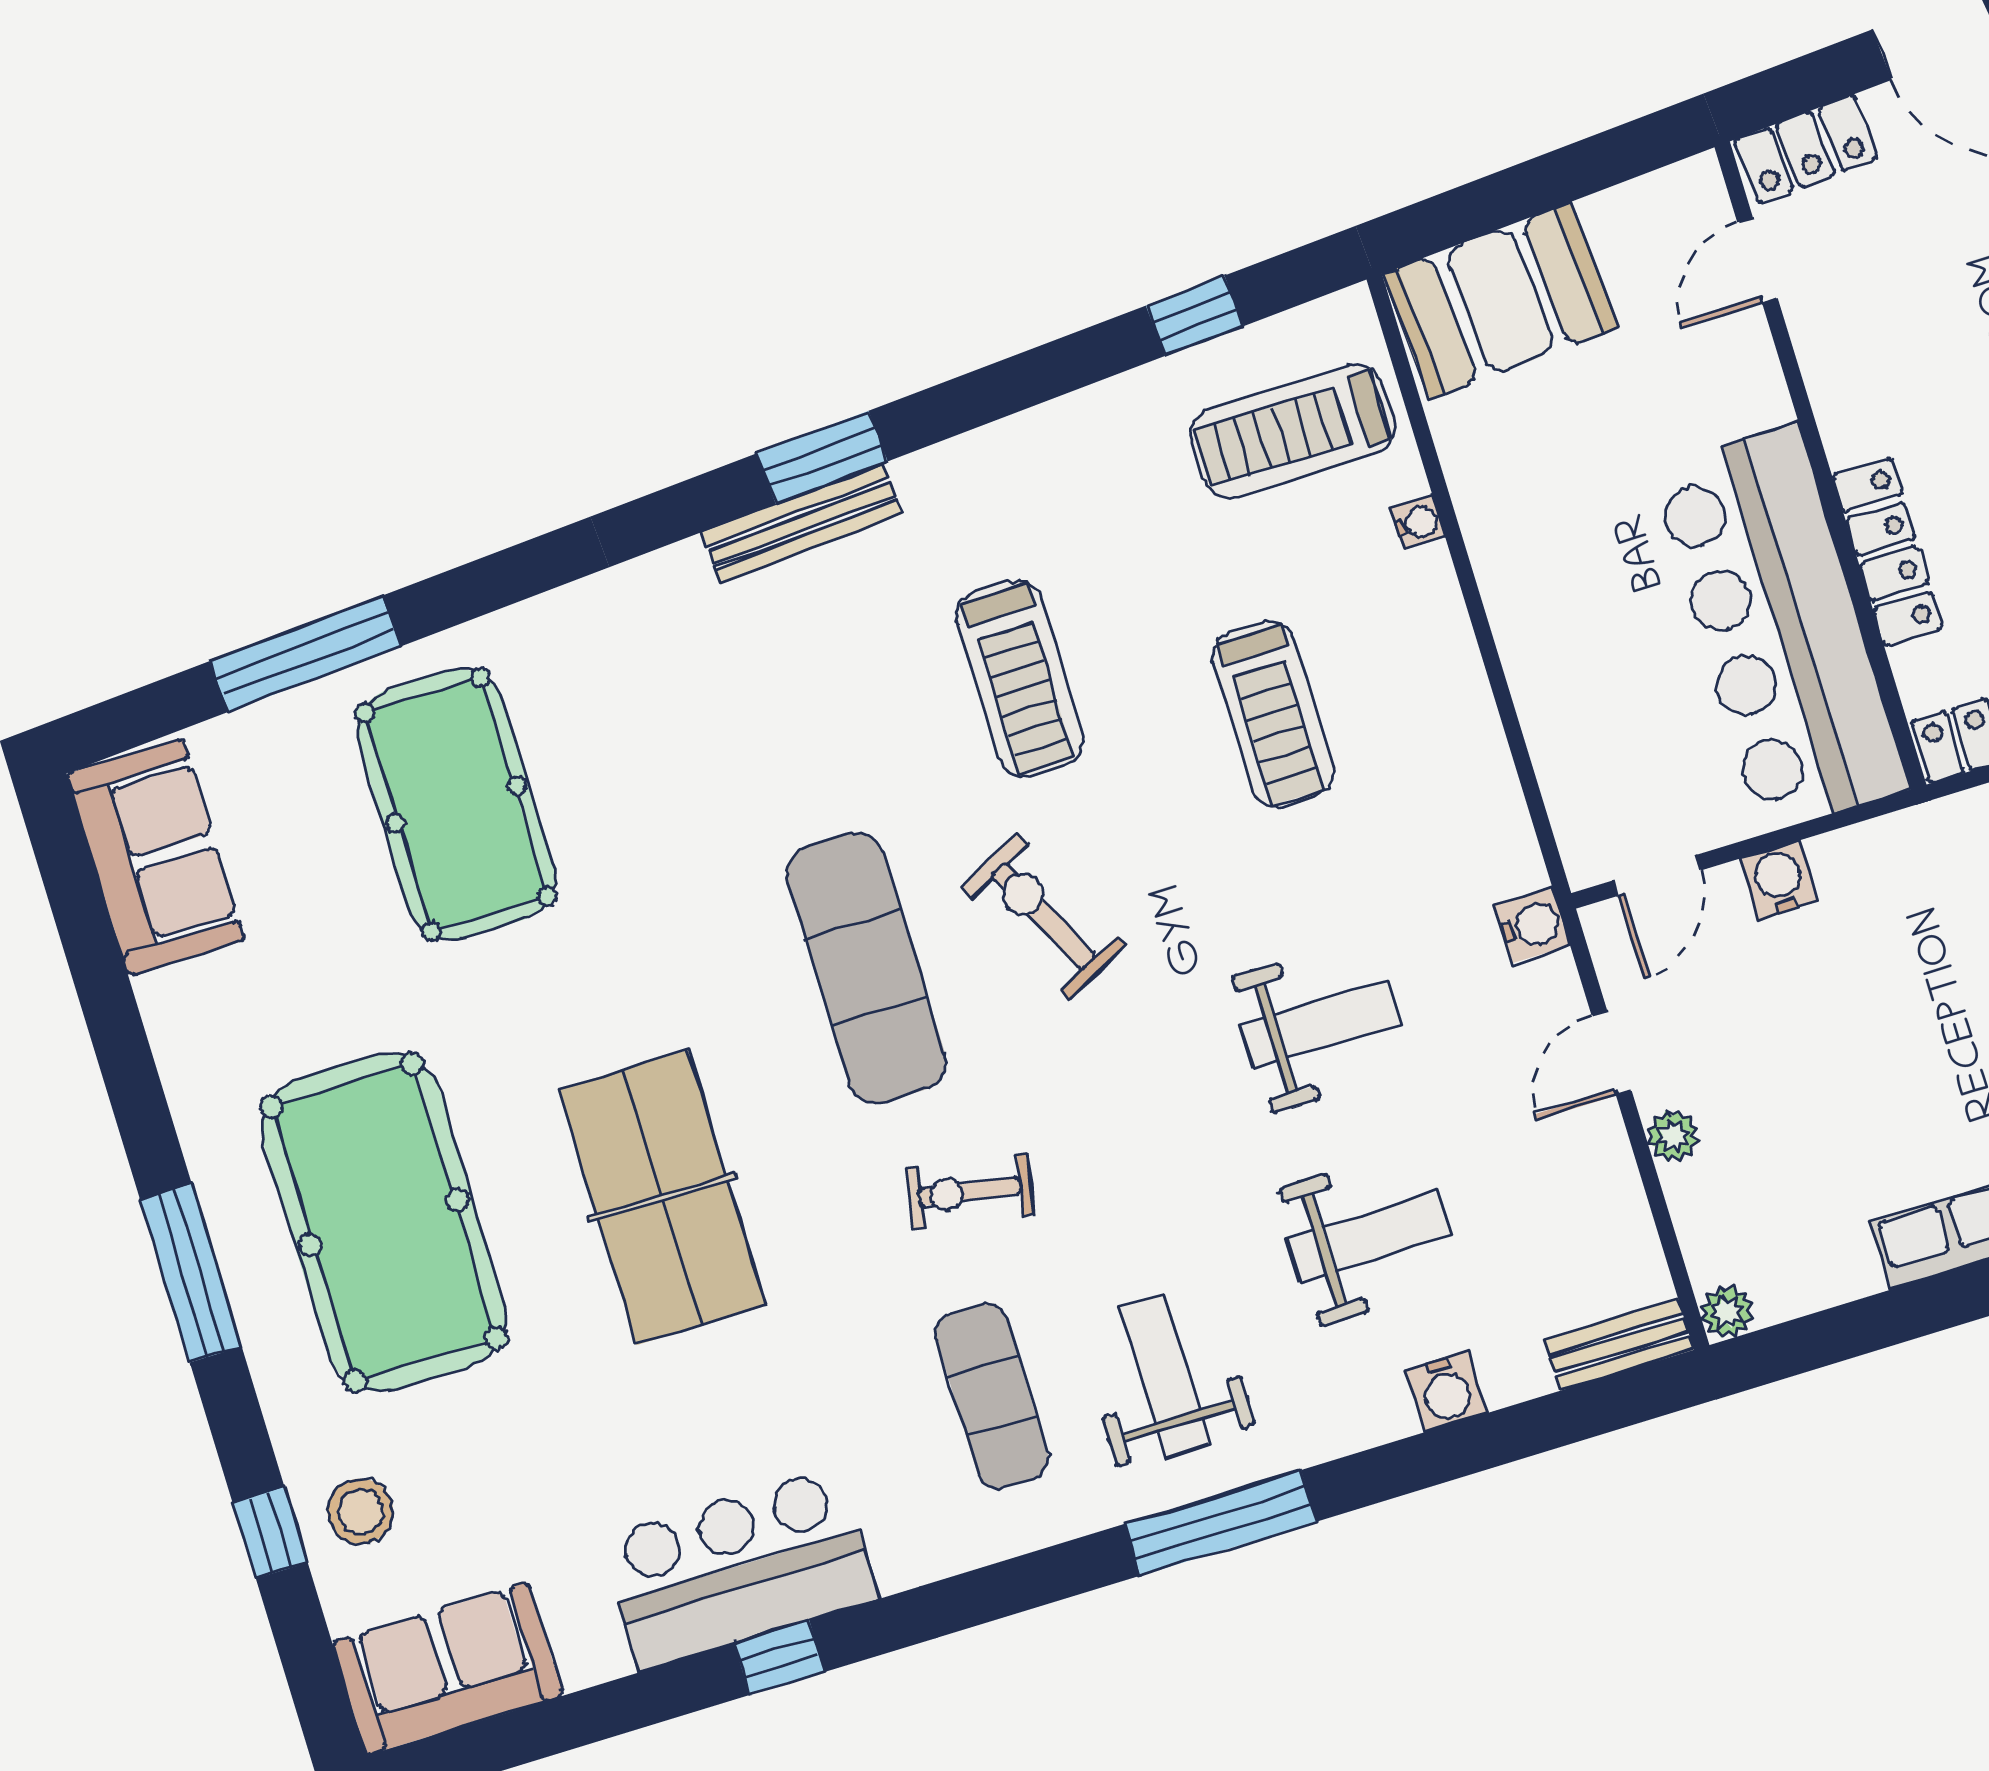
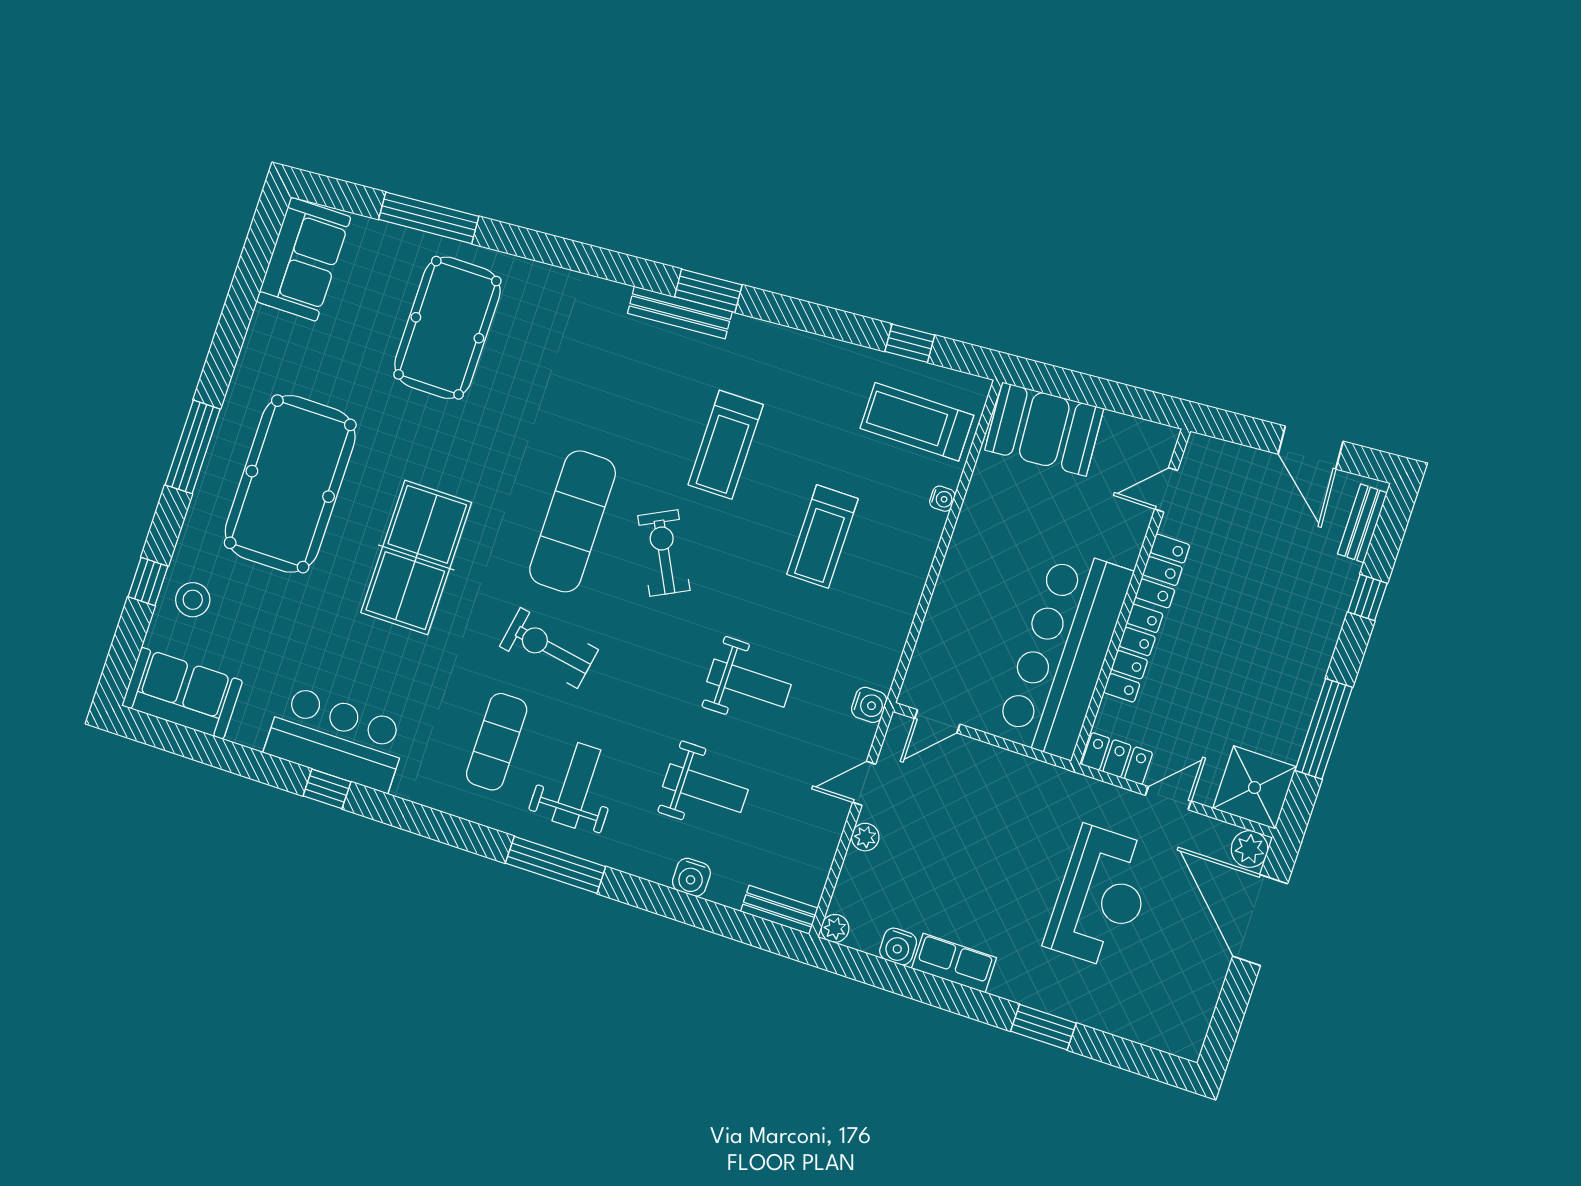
locker: (1806, 149) -> (1163, 571), moved, turned -86
water cooler: (1779, 880) -> (898, 946), moved, turned 180
exercise bike: (970, 1192) -> (549, 648), width x1.38, depth x1.39

